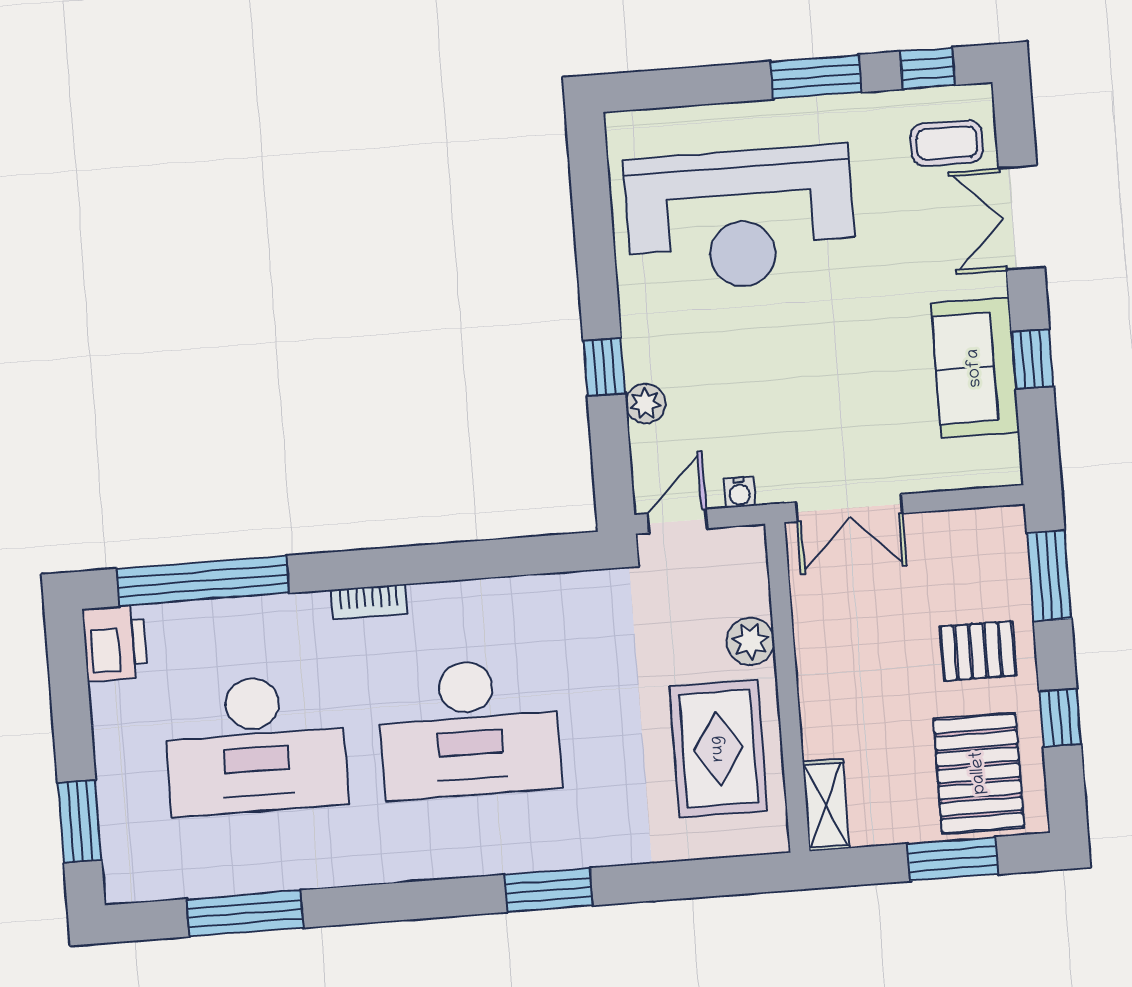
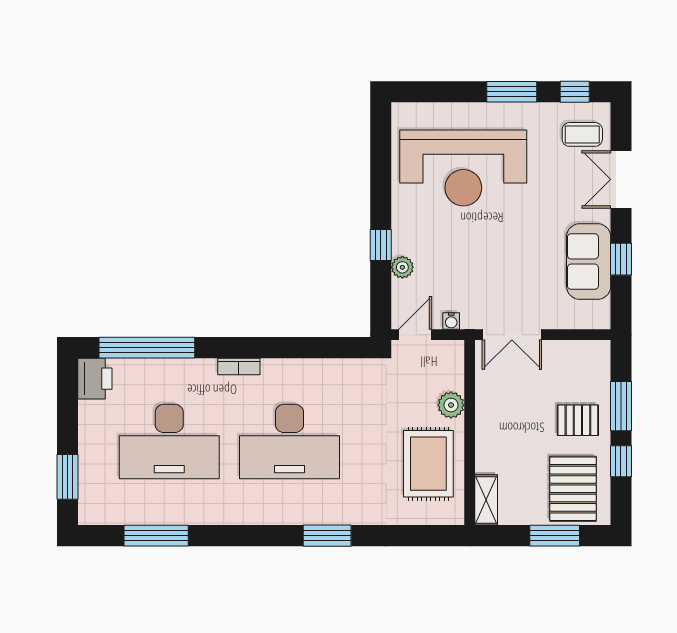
window: (1049, 576) -> (621, 406), moved

